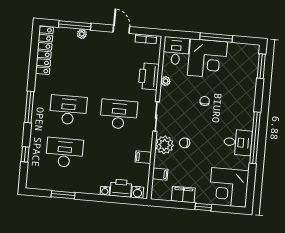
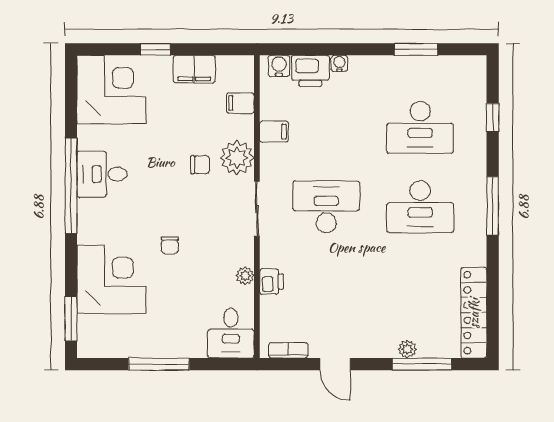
corner desk: (207, 59) -> (111, 279), moved, turned 90
printer: (149, 76) -> (271, 282), width x0.53, depth x0.68
desk: (119, 114) -> (326, 207), turned 180

